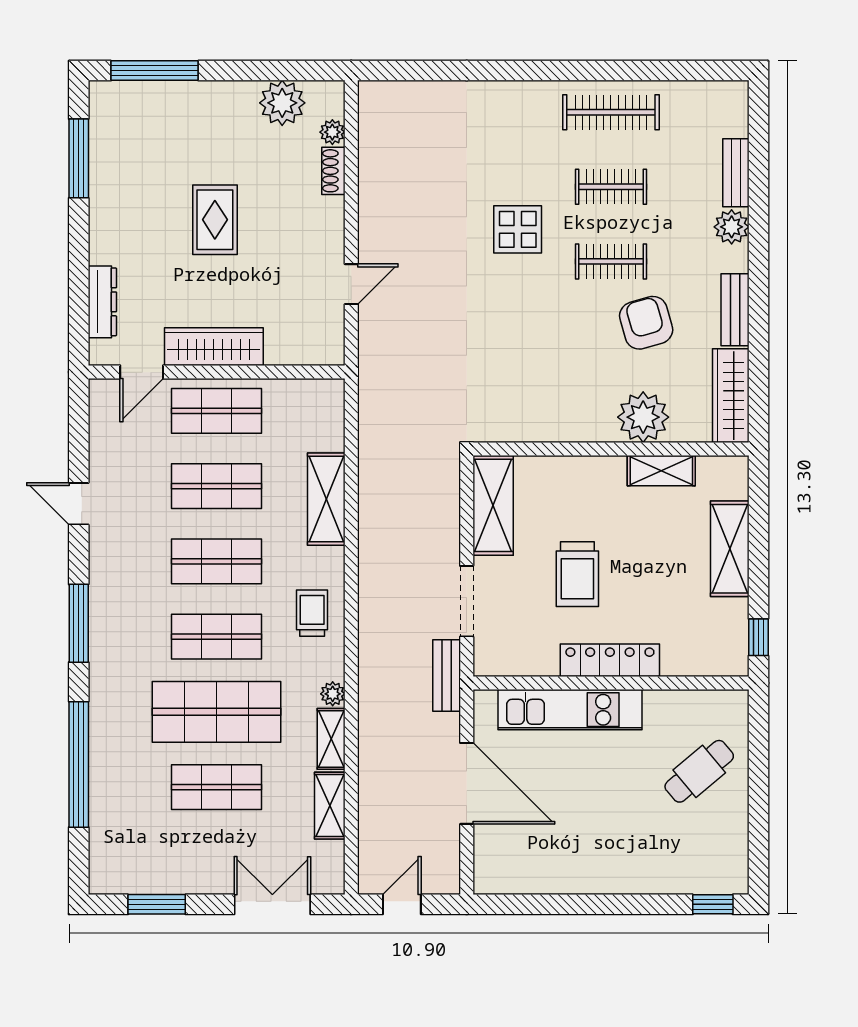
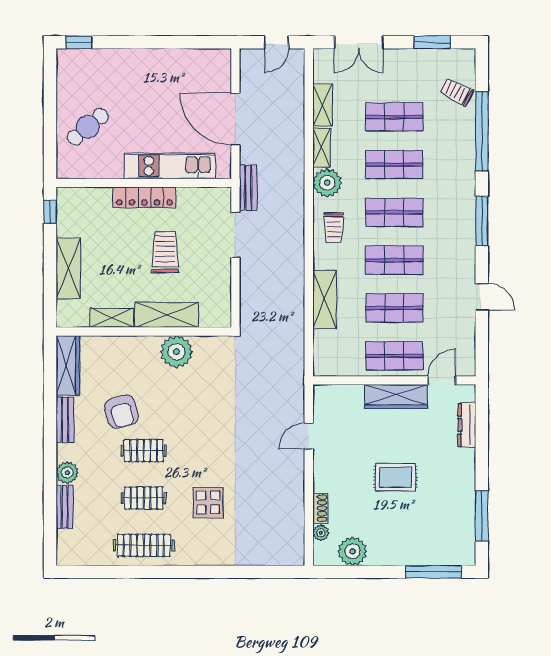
rug: (215, 220) -> (395, 477), turned 90
display table: (518, 229) -> (208, 503), moved
plant: (643, 417) -> (176, 352), moved
shelving: (493, 505) -> (167, 315), moved, turned 90
plant: (333, 694) -> (327, 183), width x1.88, depth x1.88
shop shelf: (217, 712) -> (394, 165), width x0.70, depth x0.74
trolley: (118, 826) -> (457, 92), added

